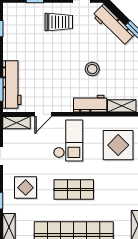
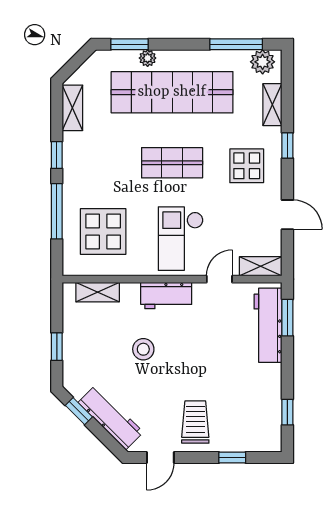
trolley: (59, 22) -> (195, 422), turned 90
workbench: (90, 104) -> (166, 296), moved

